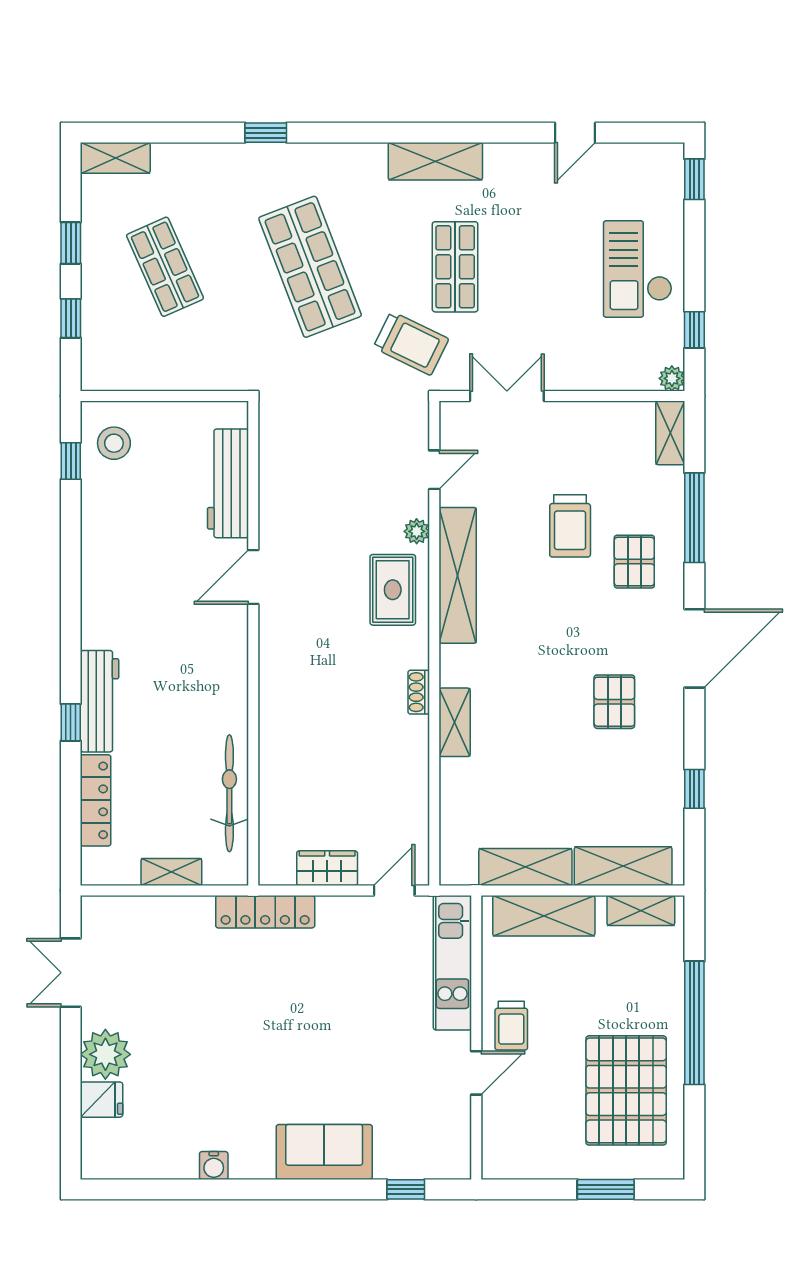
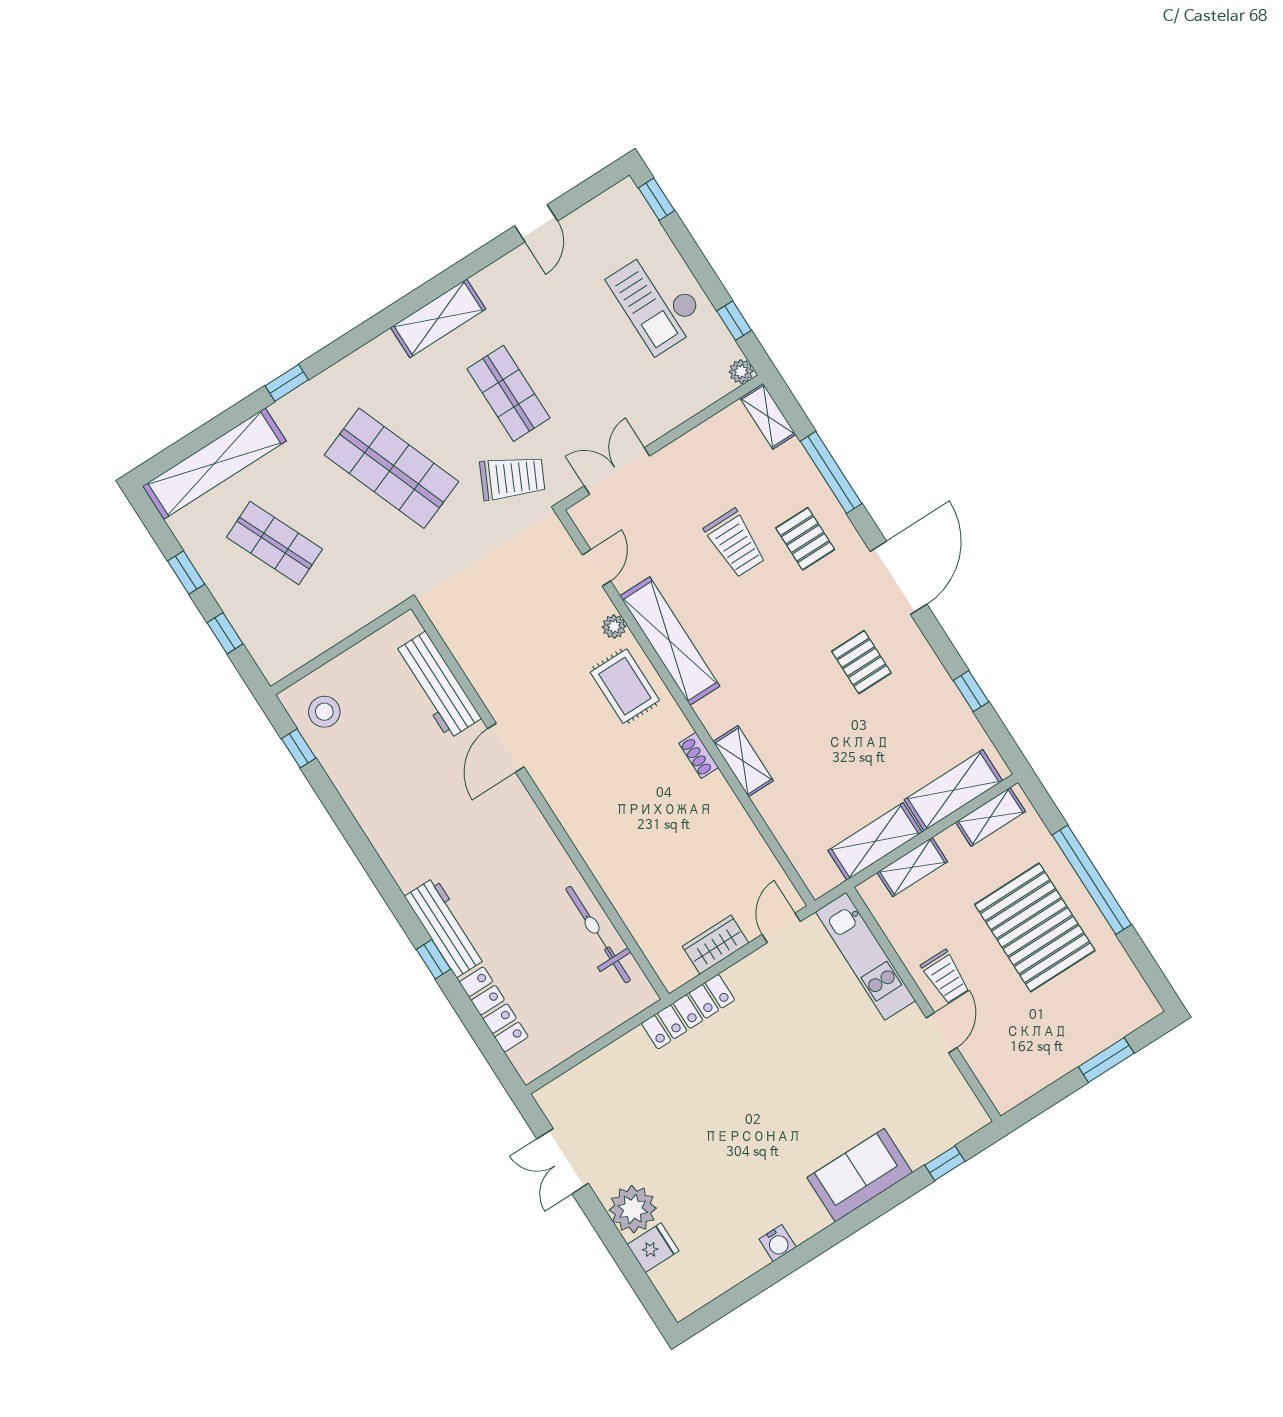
shelving: (116, 158) -> (214, 464), width x2.20, depth x1.33
shelving: (171, 872) -> (592, 1028), removed
shelving: (544, 916) -> (912, 867), width x0.67, depth x0.75
pallet: (626, 1090) -> (1035, 927), moved

